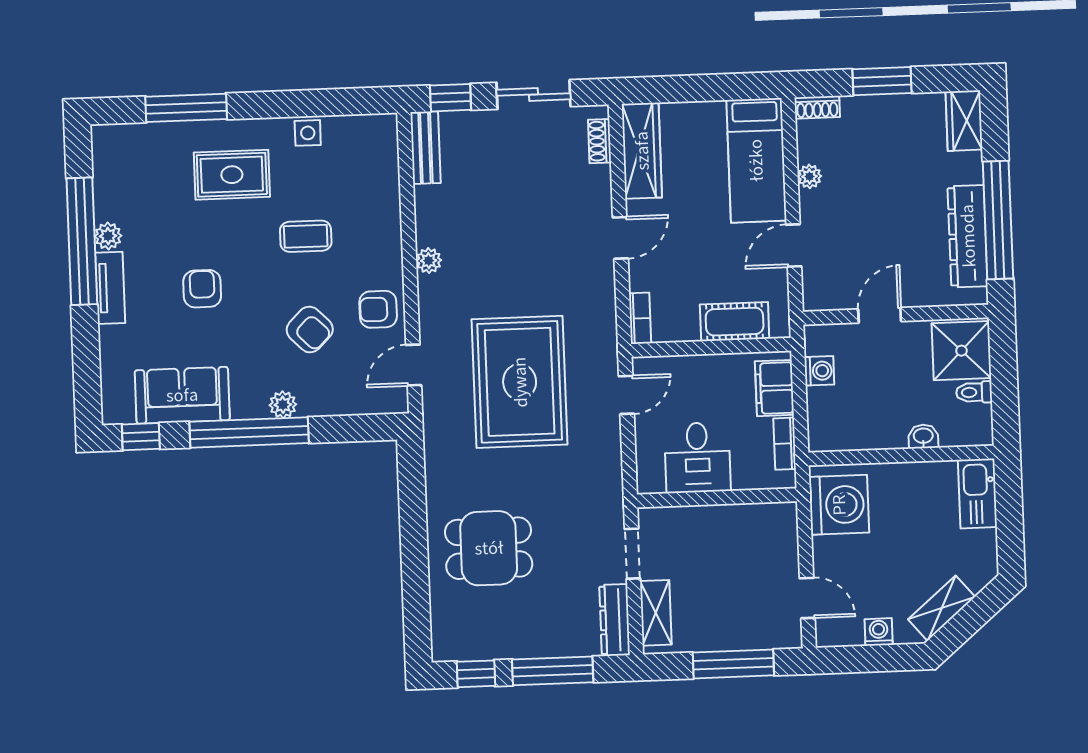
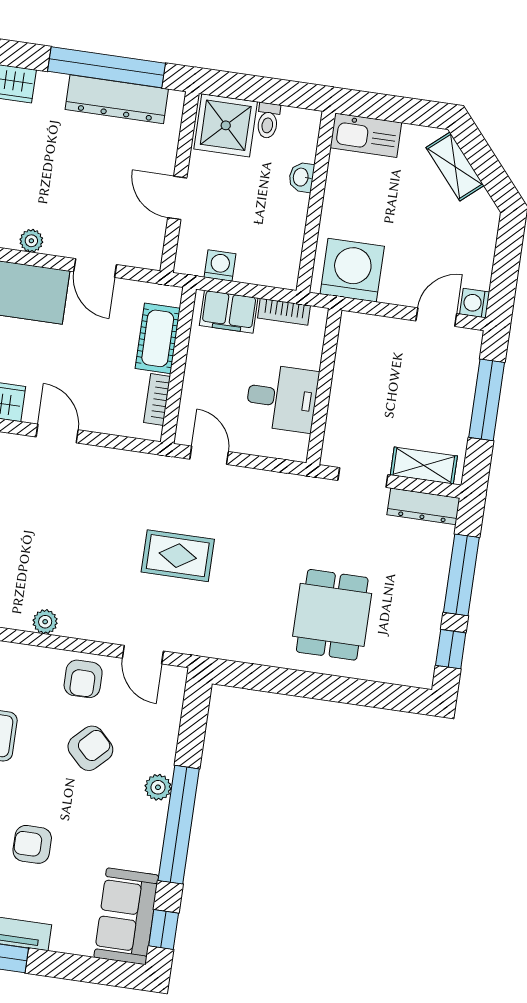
bookcase: (640, 318) -> (157, 399), moved, turned -90
rug: (520, 382) -> (178, 556), width x0.54, depth x0.49
sofa: (182, 395) -> (126, 916), moved
shelving: (942, 608) -> (455, 167), moved
washing machine: (879, 632) -> (475, 303), moved

